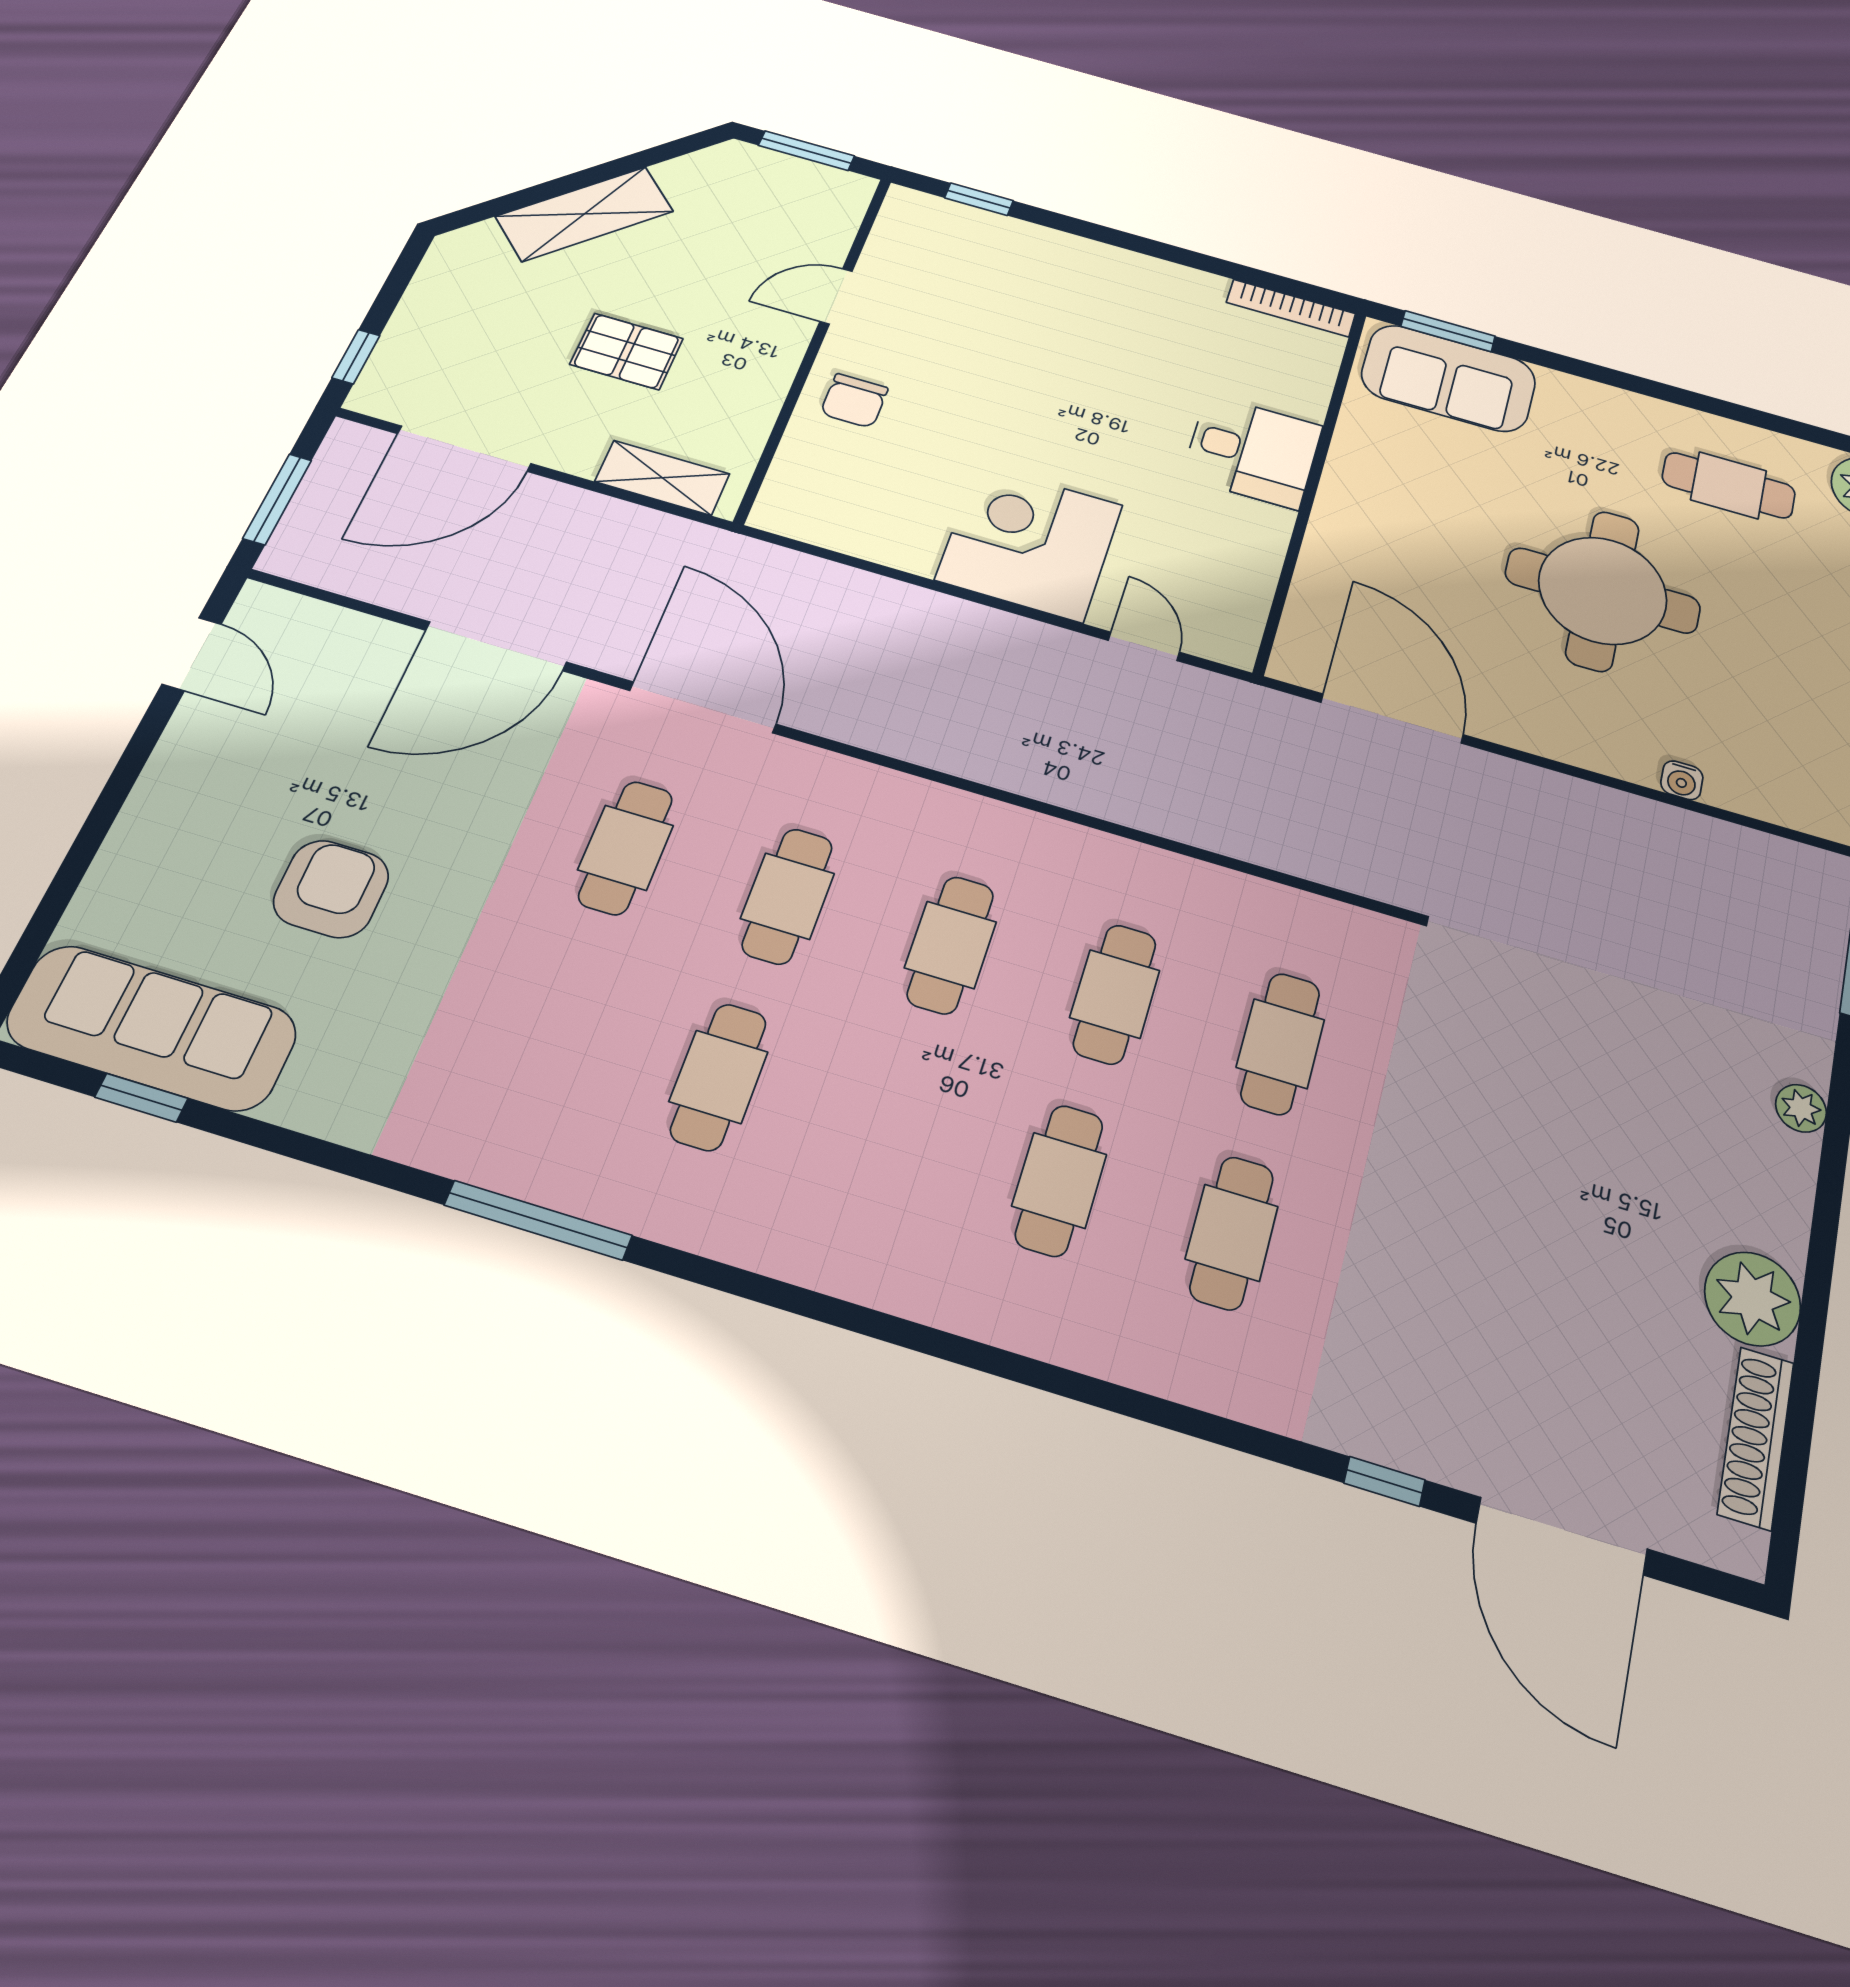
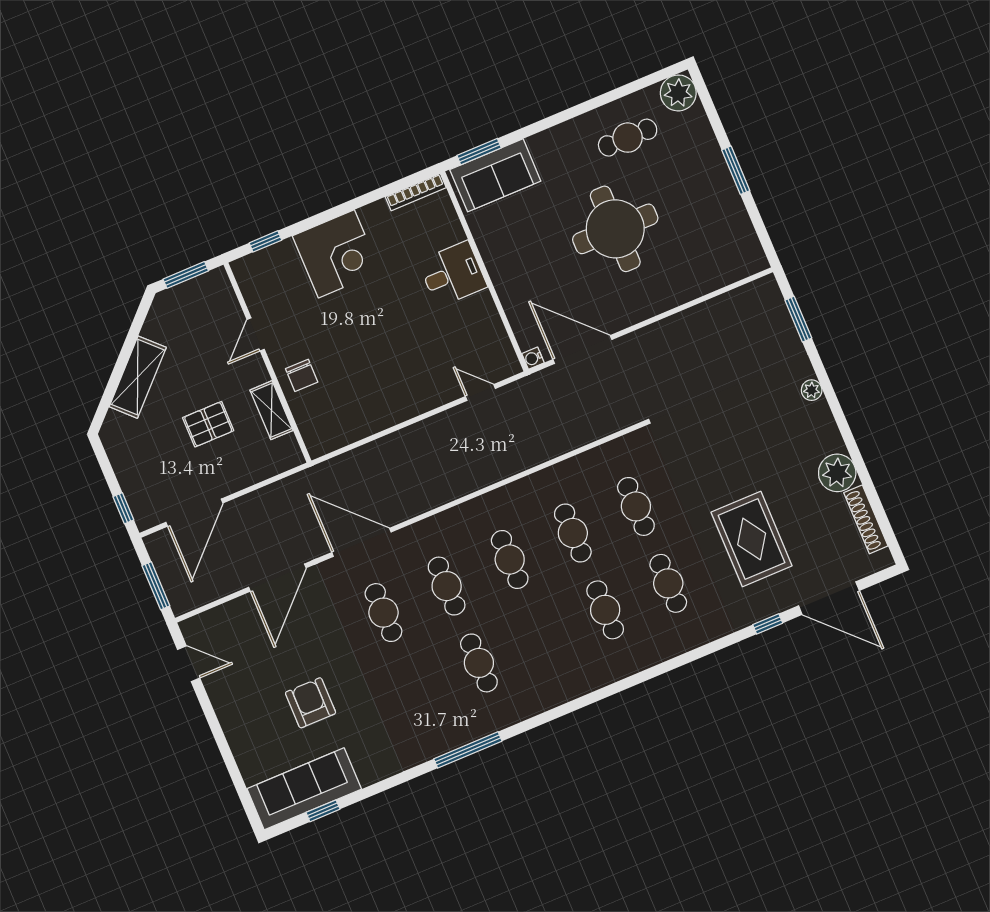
shelving: (662, 478) -> (272, 410), moved, turned 90
corner desk: (1029, 542) -> (336, 254), moved, turned 180
water cooler: (1682, 780) -> (533, 358), moved, turned 90
rug: (1475, 1285) -> (752, 539), added

